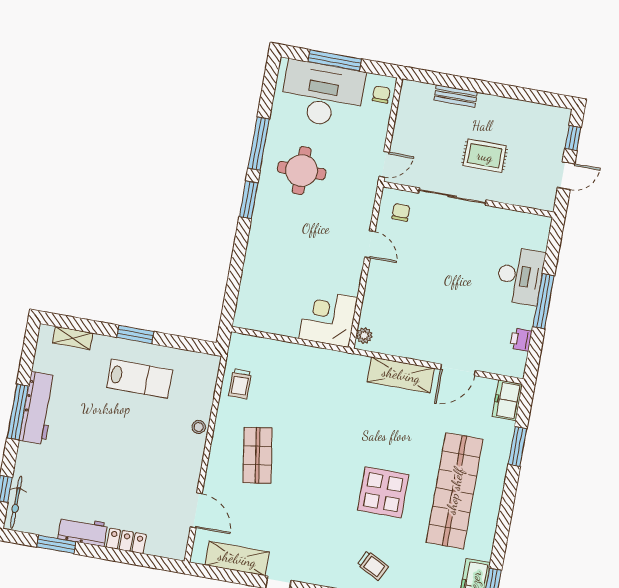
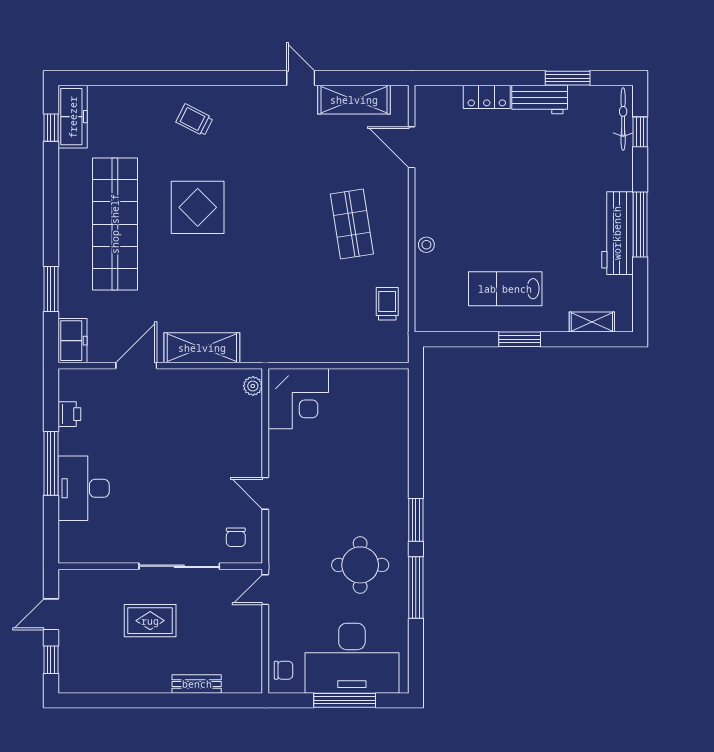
chair: (381, 95) -> (283, 670), turned -90

